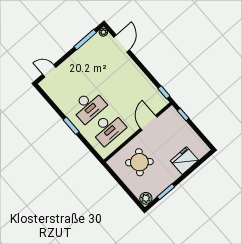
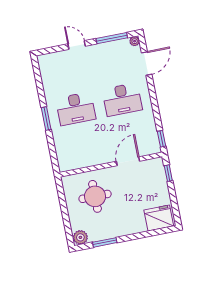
door: (49, 71) -> (77, 45), moved
desk: (108, 128) -> (122, 100), moved
fridge: (184, 161) -> (159, 218), moved
round table: (139, 162) -> (95, 196), turned -38

